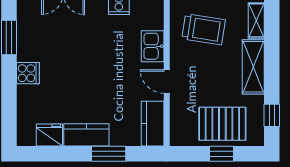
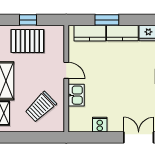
trolley: (204, 29) -> (41, 107), turned -53
kitchen counter: (153, 124) -> (90, 33), moved, turned 90

